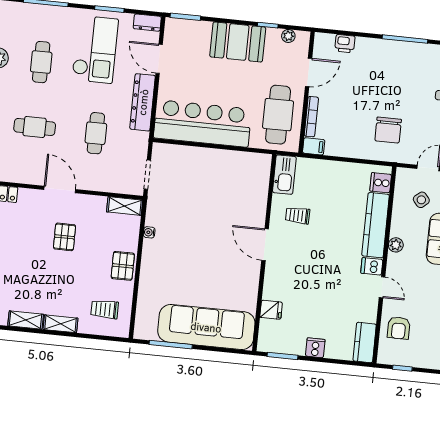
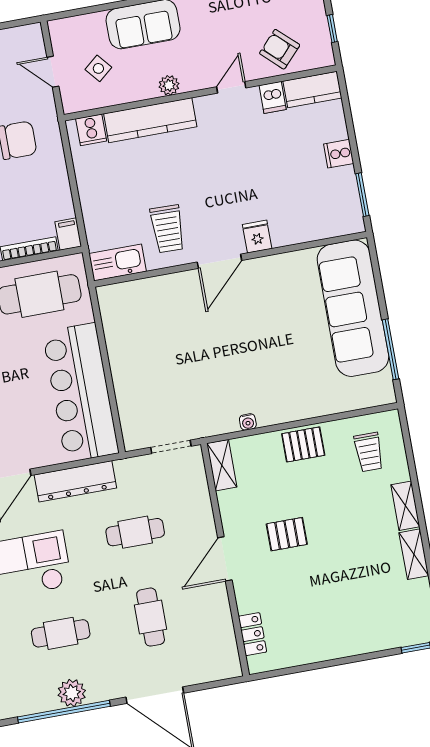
trolley: (298, 215) -> (168, 229), width x1.36, depth x1.39
dishwasher: (372, 266) -> (273, 97), moved
fridge: (271, 310) -> (257, 237), moved
armchair: (399, 328) -> (280, 49), turned -137

